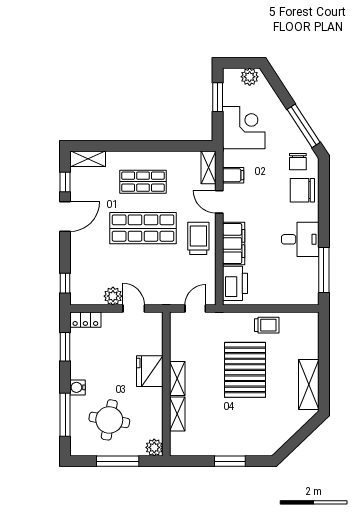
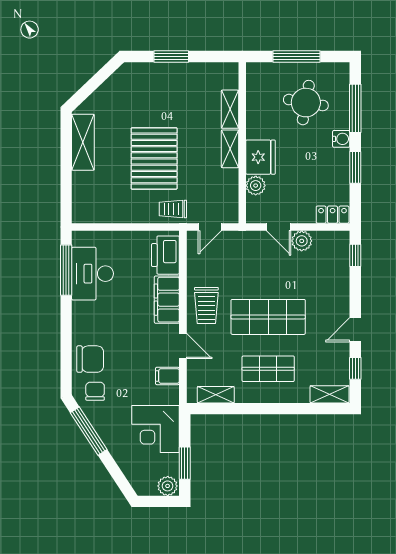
plant: (250, 77) -> (168, 486), moved
shelving: (209, 167) -> (216, 395), moved, turned 90
door: (65, 217) -> (355, 330), width x0.73
desk: (300, 239) -> (93, 274), moved, width x1.37
trolley: (267, 325) -> (173, 209), moved
window: (65, 347) -> (355, 167), moved
plant: (154, 447) -> (256, 186), moved

